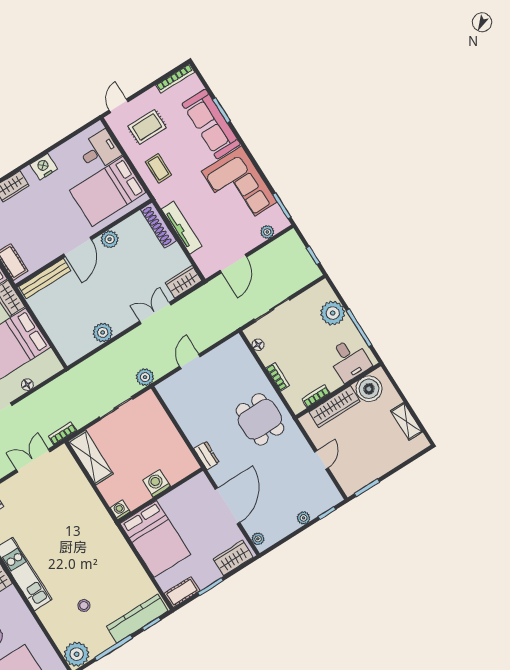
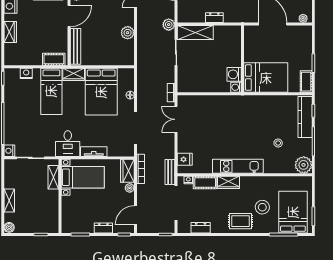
door: (78, 247) -> (69, 16), hinge flipped
dresser: (207, 456) -> (214, 18), moved
shelving: (91, 457) -> (195, 32), moved
washing machine: (156, 483) -> (234, 74), moved
wardrobe: (233, 558) -> (305, 40), removed

